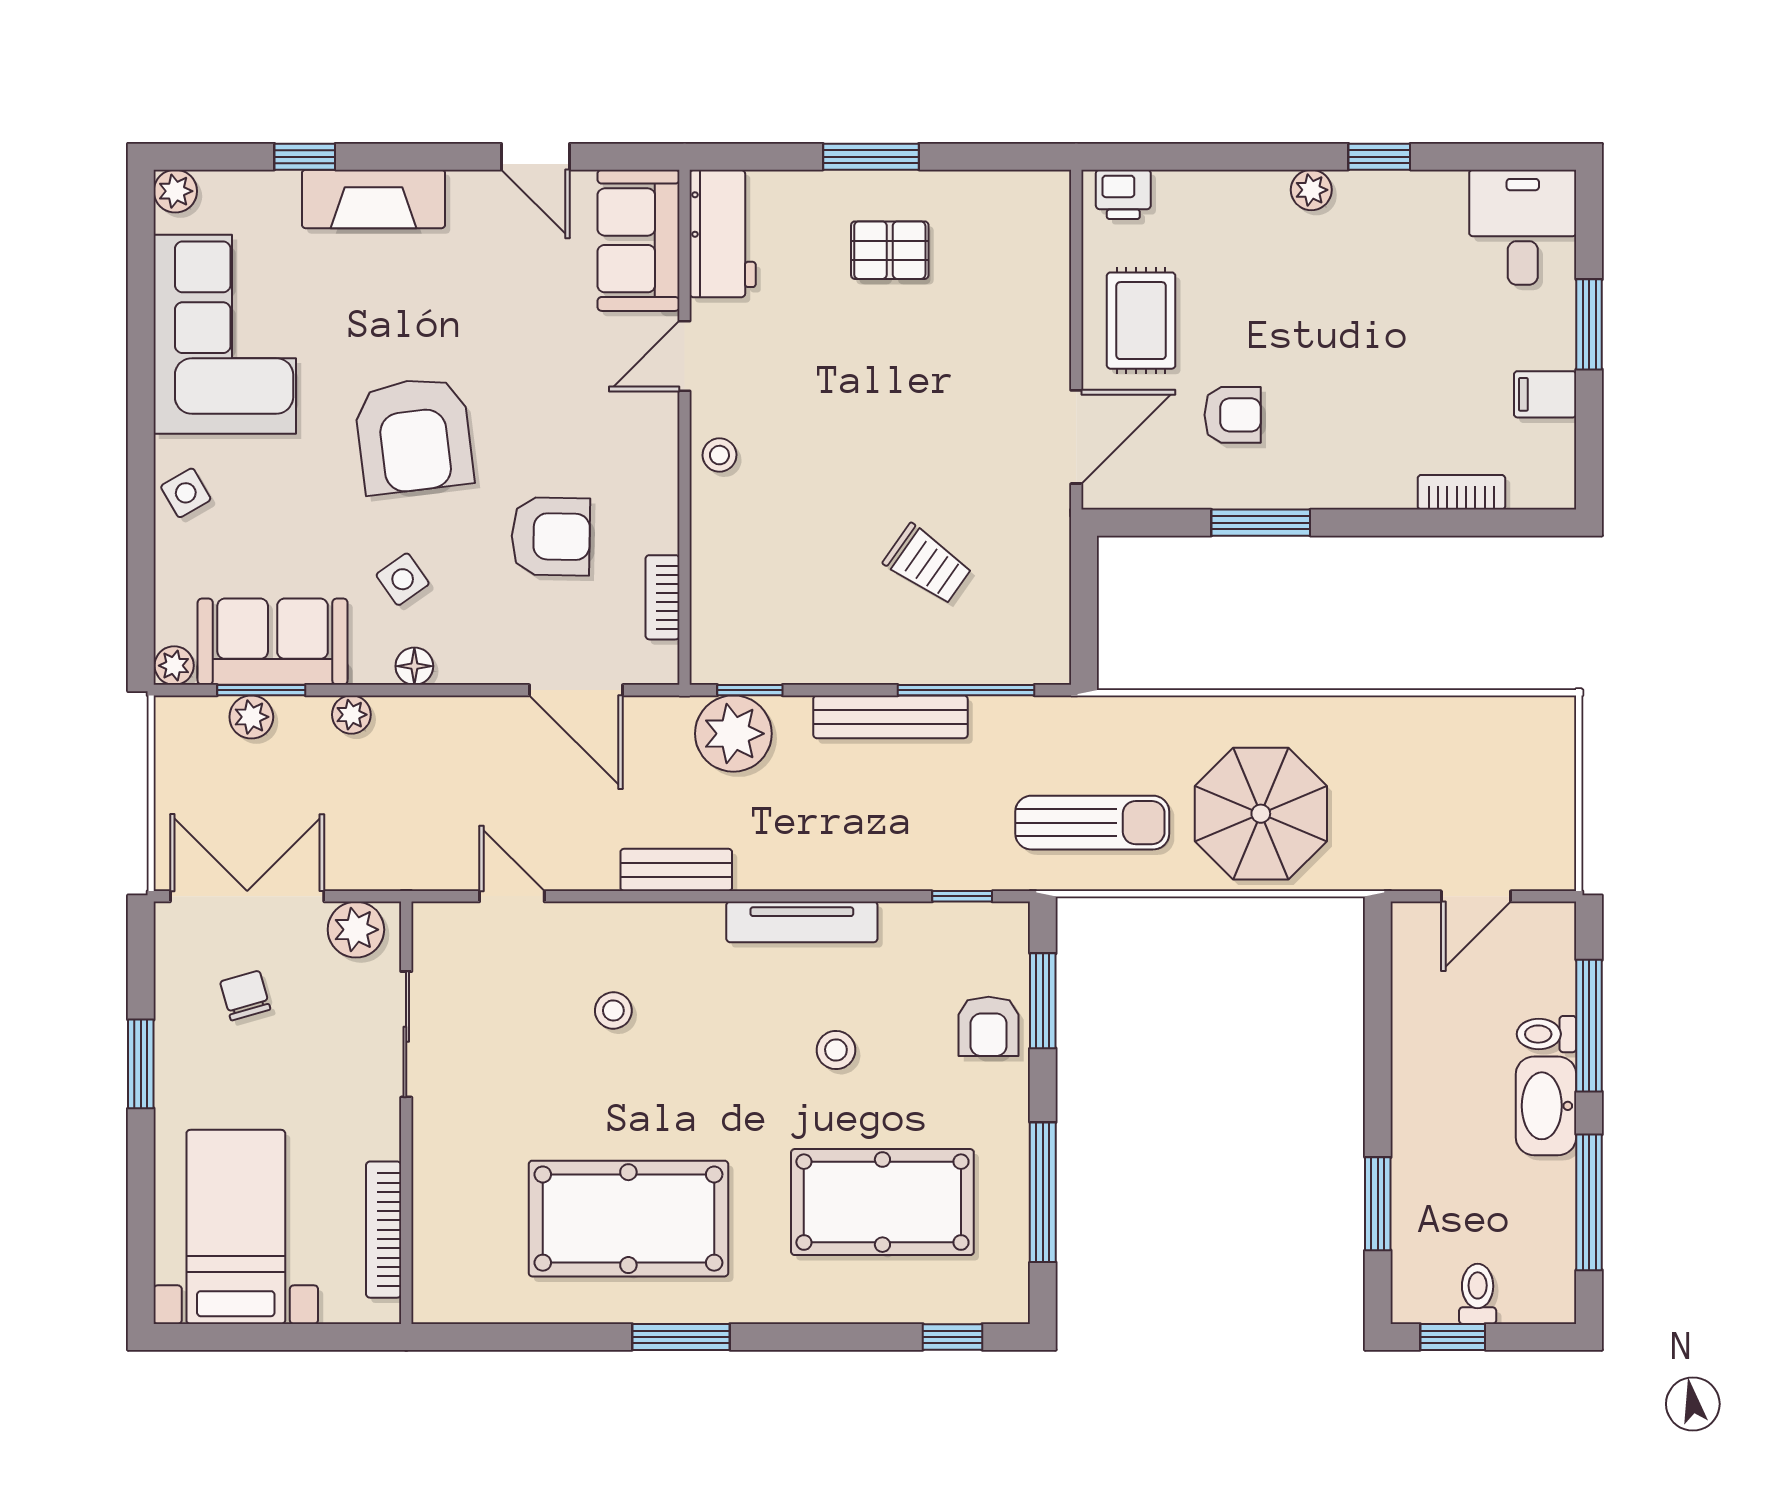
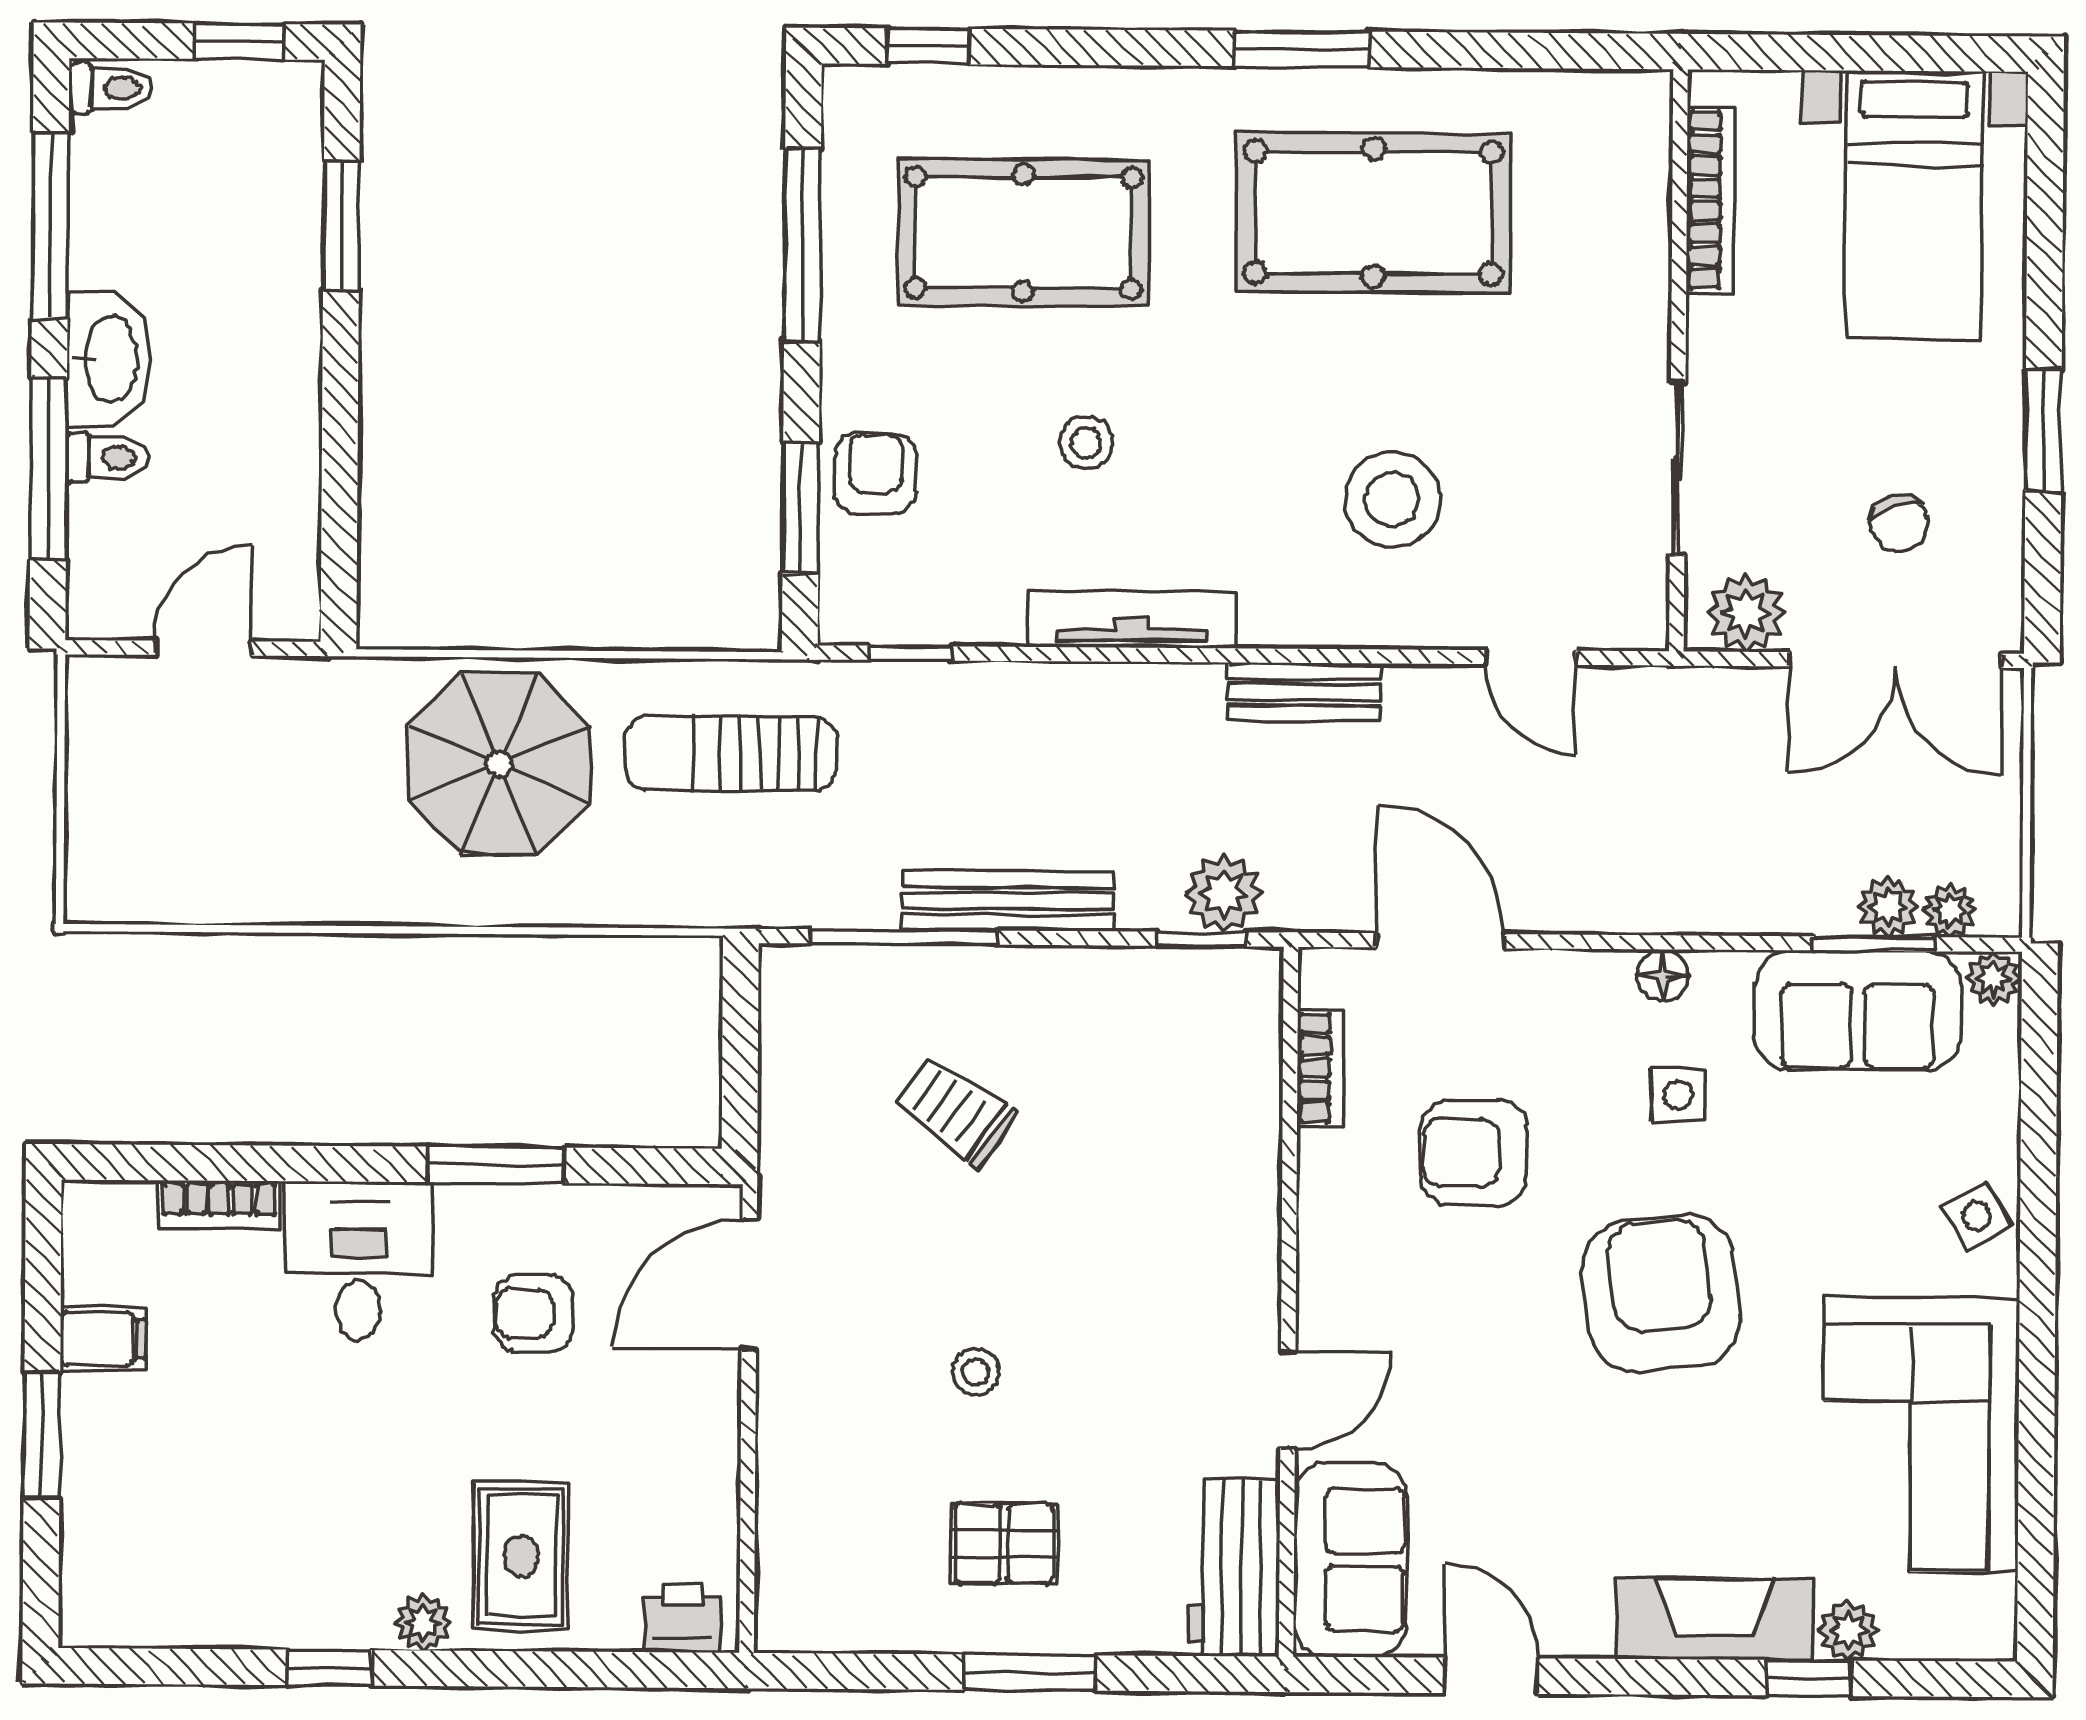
plant: (175, 191) -> (1848, 1631), moved
desk: (1523, 227) -> (358, 1261), moved, turned 180
rug: (1141, 321) -> (521, 1556), moved
stool: (719, 455) -> (976, 1372), moved
side table: (403, 579) -> (1678, 1095), turned 35
plant: (351, 715) -> (1950, 911), moved
plant: (733, 734) -> (1224, 893), width x0.73, depth x0.73
stool: (613, 1010) -> (1392, 499), width x1.89, depth x1.89
toilet: (1478, 1294) -> (111, 88), moved, turned -90

